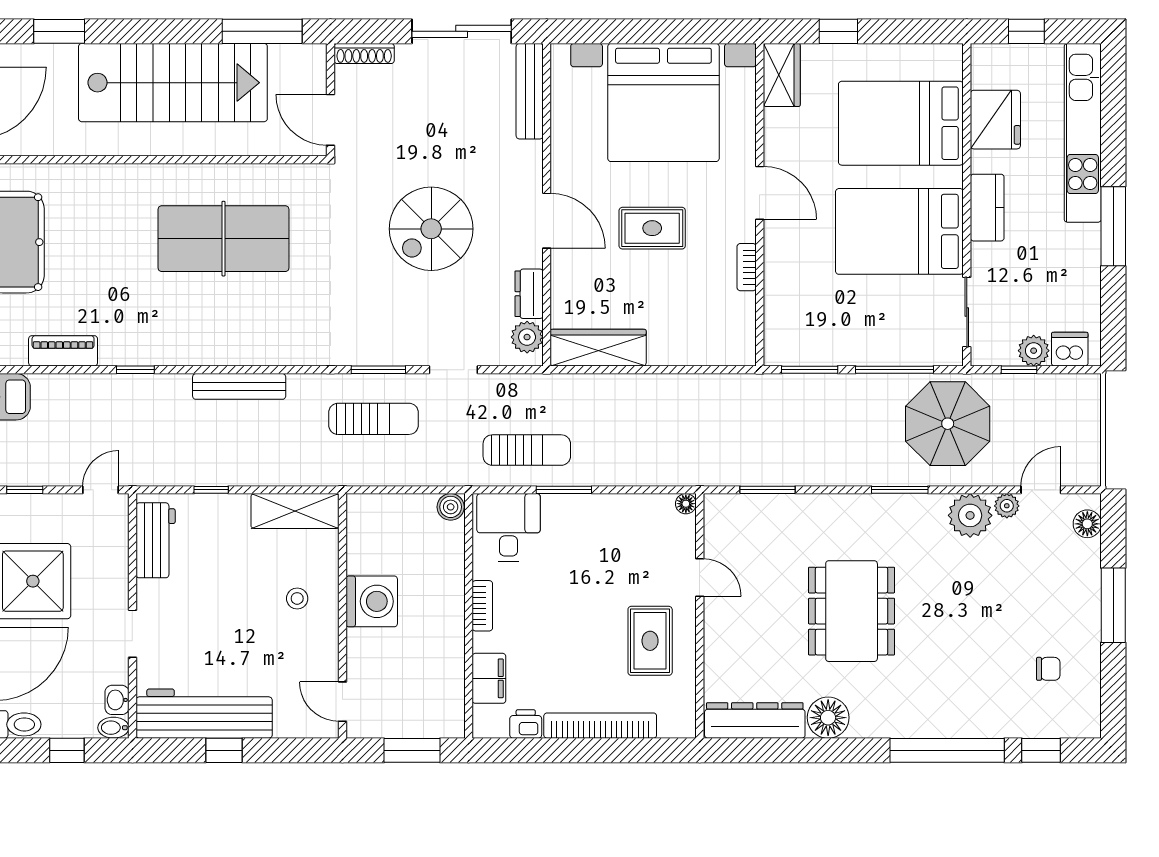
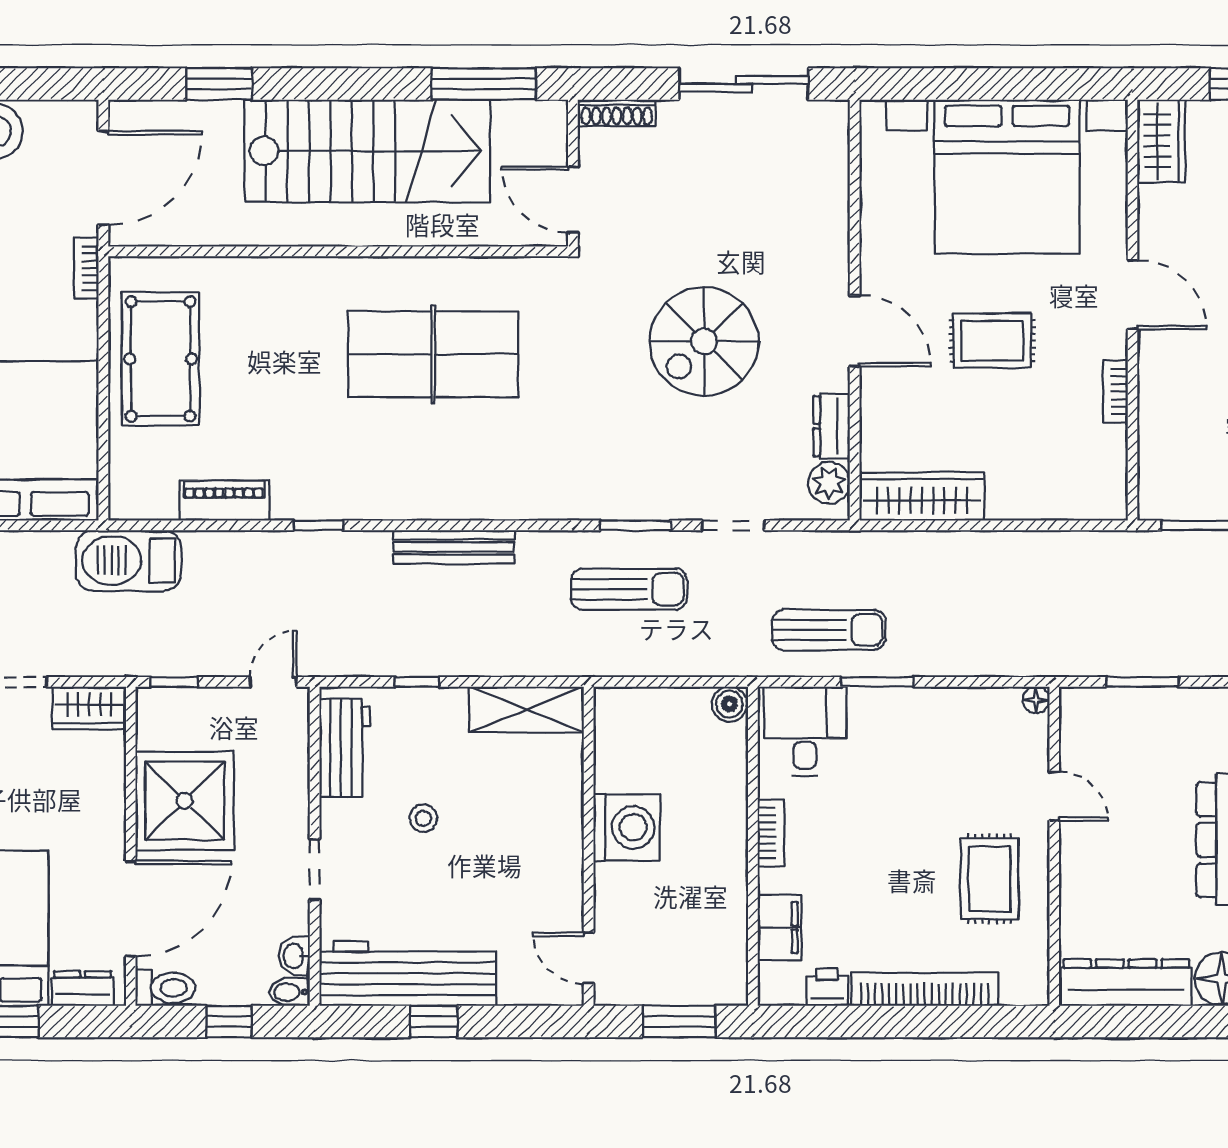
bench: (530, 91) -> (833, 162), removed
stool: (297, 598) -> (423, 818), moved

